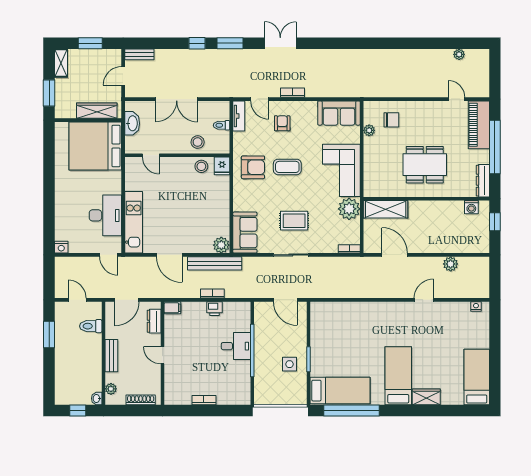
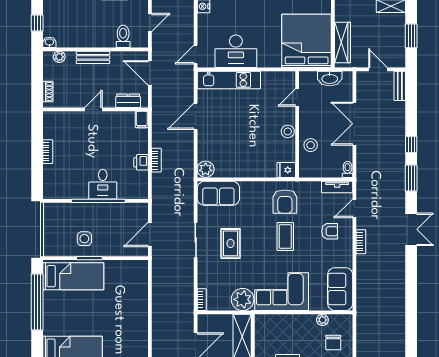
toilet: (221, 125) -> (348, 169), moved
stool: (201, 166) -> (288, 131), moved
bench: (215, 263) -> (187, 162), removed
bed: (340, 391) -> (73, 276), moved, turned -90
shoe rack: (141, 400) -> (48, 91), width x0.70

